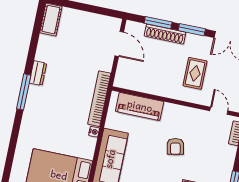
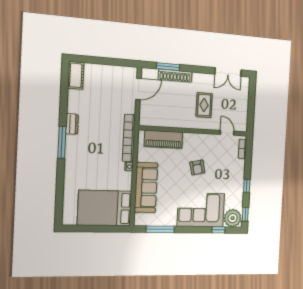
window: (192, 30) -> (196, 69), removed
door: (119, 44) -> (138, 89), hinge flipped

